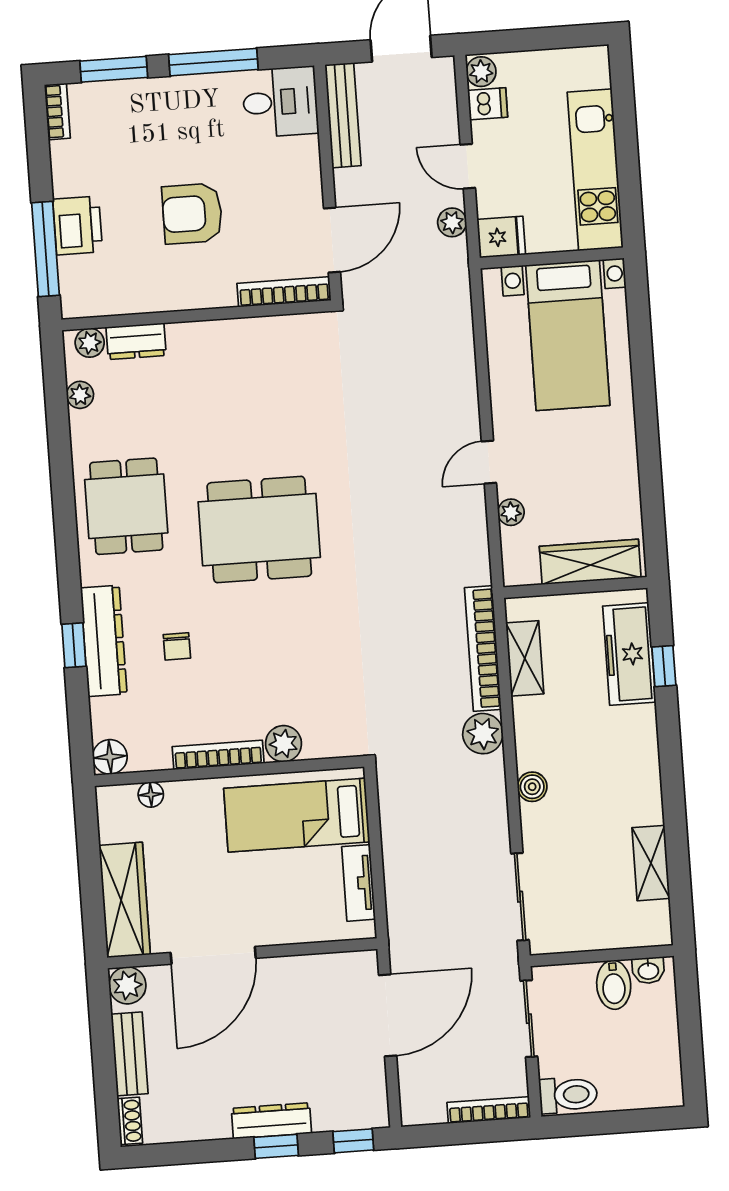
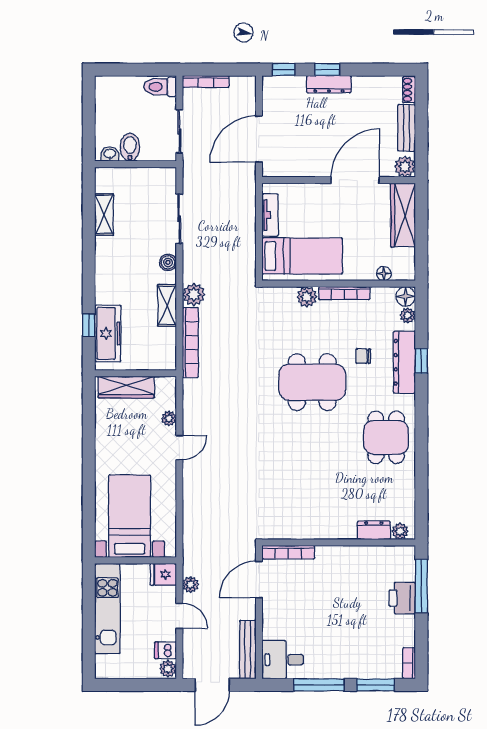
armchair: (192, 214) -> (337, 600), removed
plant: (80, 395) -> (408, 315), moved
dining table: (259, 530) -> (312, 382), moved
chair: (177, 646) -> (363, 356), turned -90
shelving: (525, 658) -> (167, 305), moved
sliding door: (520, 897) -> (179, 219), moved

